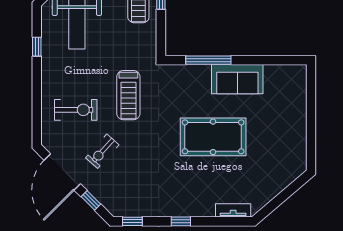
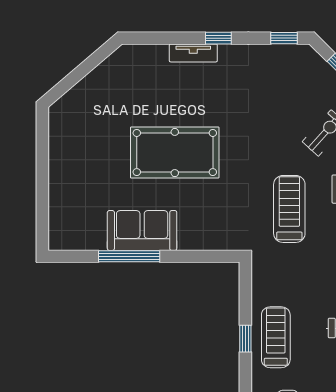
window: (208, 60) -> (129, 256), moved
tv unit: (233, 210) -> (193, 53), moved

